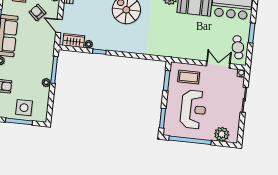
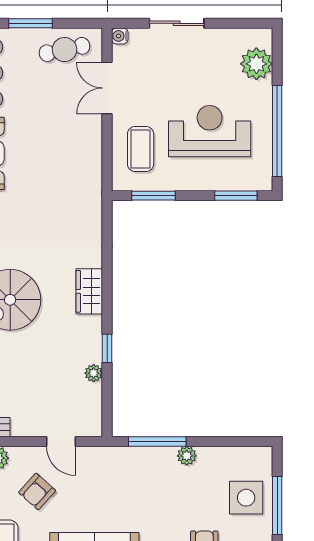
door: (59, 26) -> (61, 442), hinge flipped
wardrobe: (74, 41) -> (89, 291), moved

